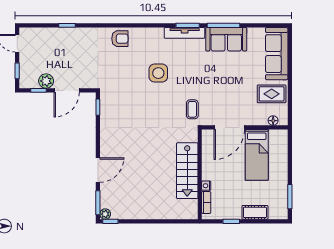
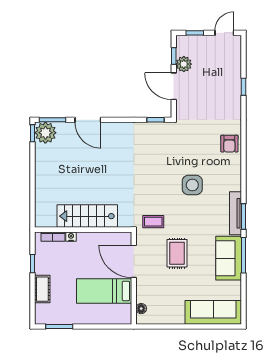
rug: (272, 94) -> (177, 253), moved
plant: (105, 214) -> (45, 133), width x1.88, depth x1.88

